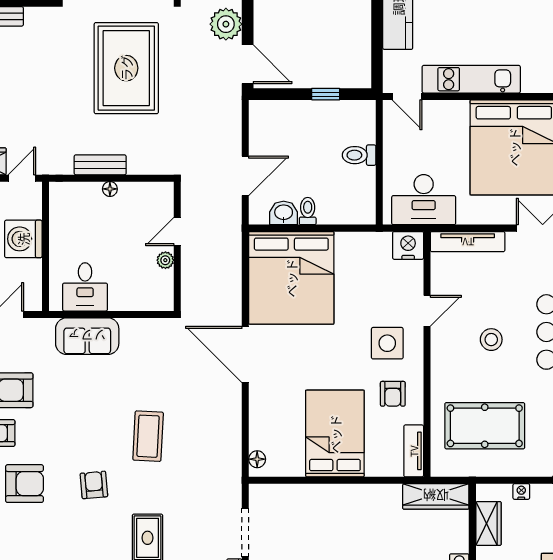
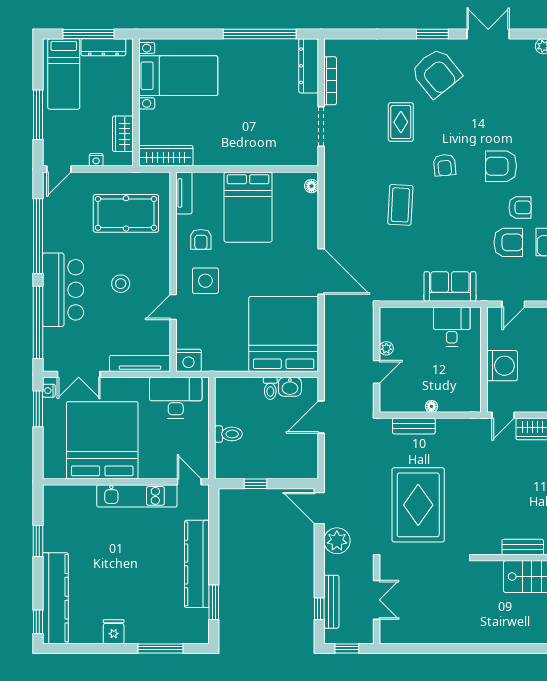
bench: (100, 165) -> (414, 426), moved
armchair: (393, 394) -> (201, 239), turned 180

